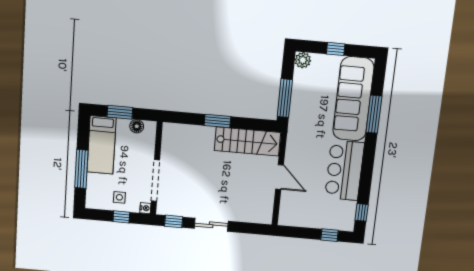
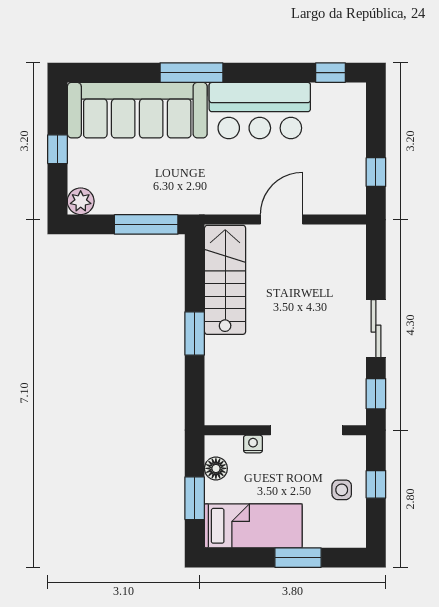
window: (374, 114) -> (191, 73), moved
window: (81, 169) -> (298, 558), width x0.69
nightstand: (145, 208) -> (253, 444), moved
window: (330, 235) -> (376, 172), moved

